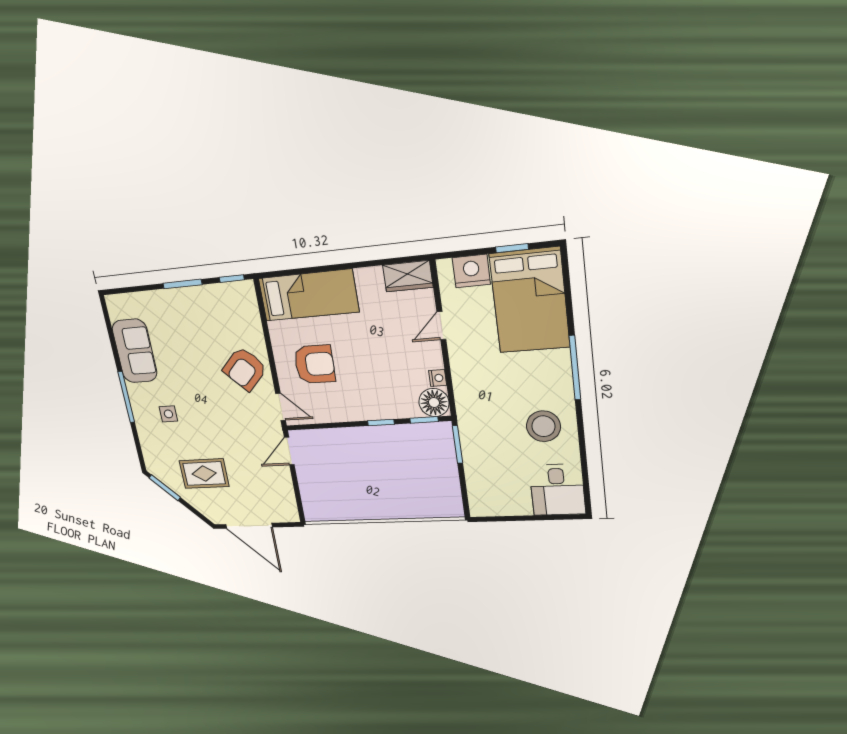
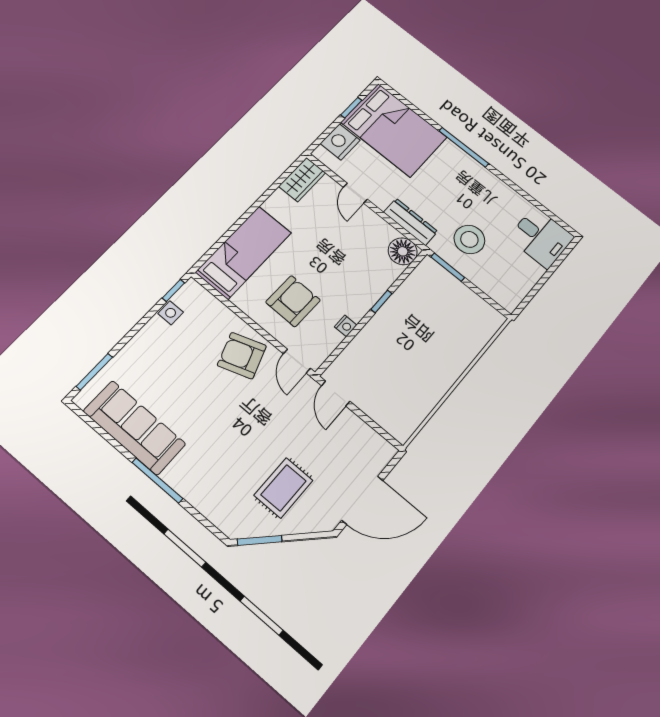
window: (182, 284) -> (94, 372), moved
sofa: (135, 351) -> (134, 428), width x1.36
armchair: (245, 369) -> (242, 356), turned 116
nightstand: (438, 378) -> (346, 326), moved, turned 90
dresser: (464, 387) -> (411, 222), added
door: (281, 407) -> (297, 361), swing flipped
side table: (168, 414) -> (171, 313), moved
window: (424, 420) -> (409, 271), removed
stool: (543, 426) -> (469, 239), moved

